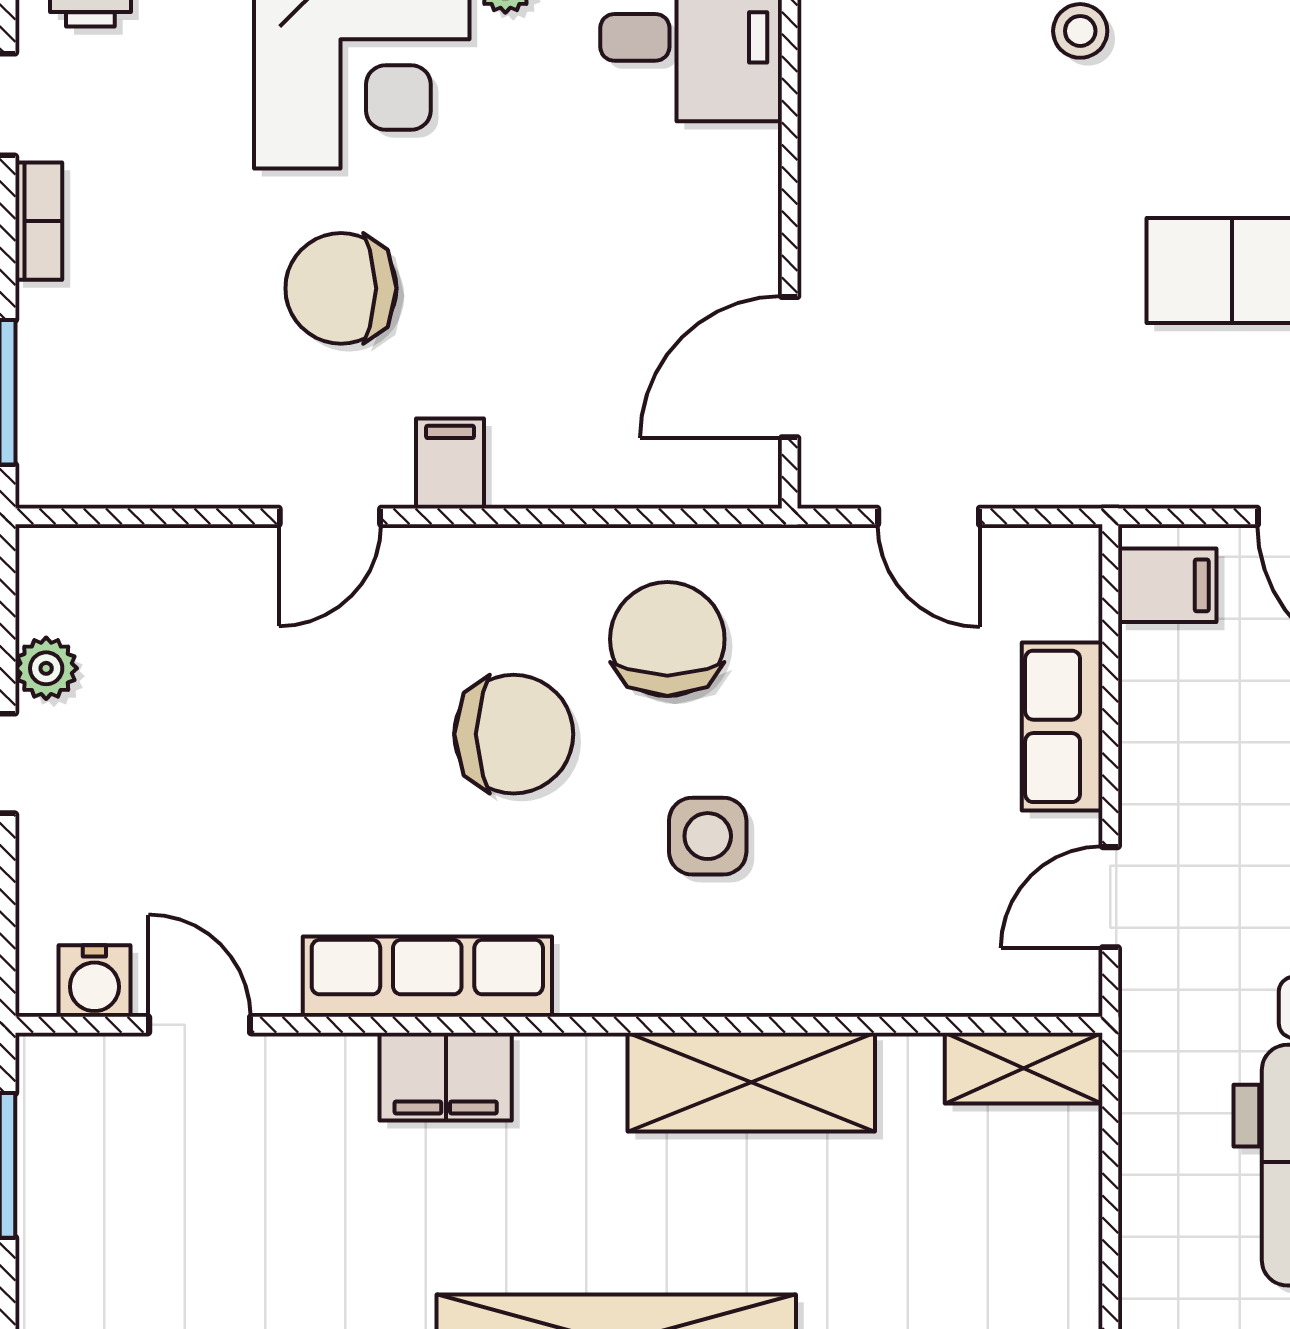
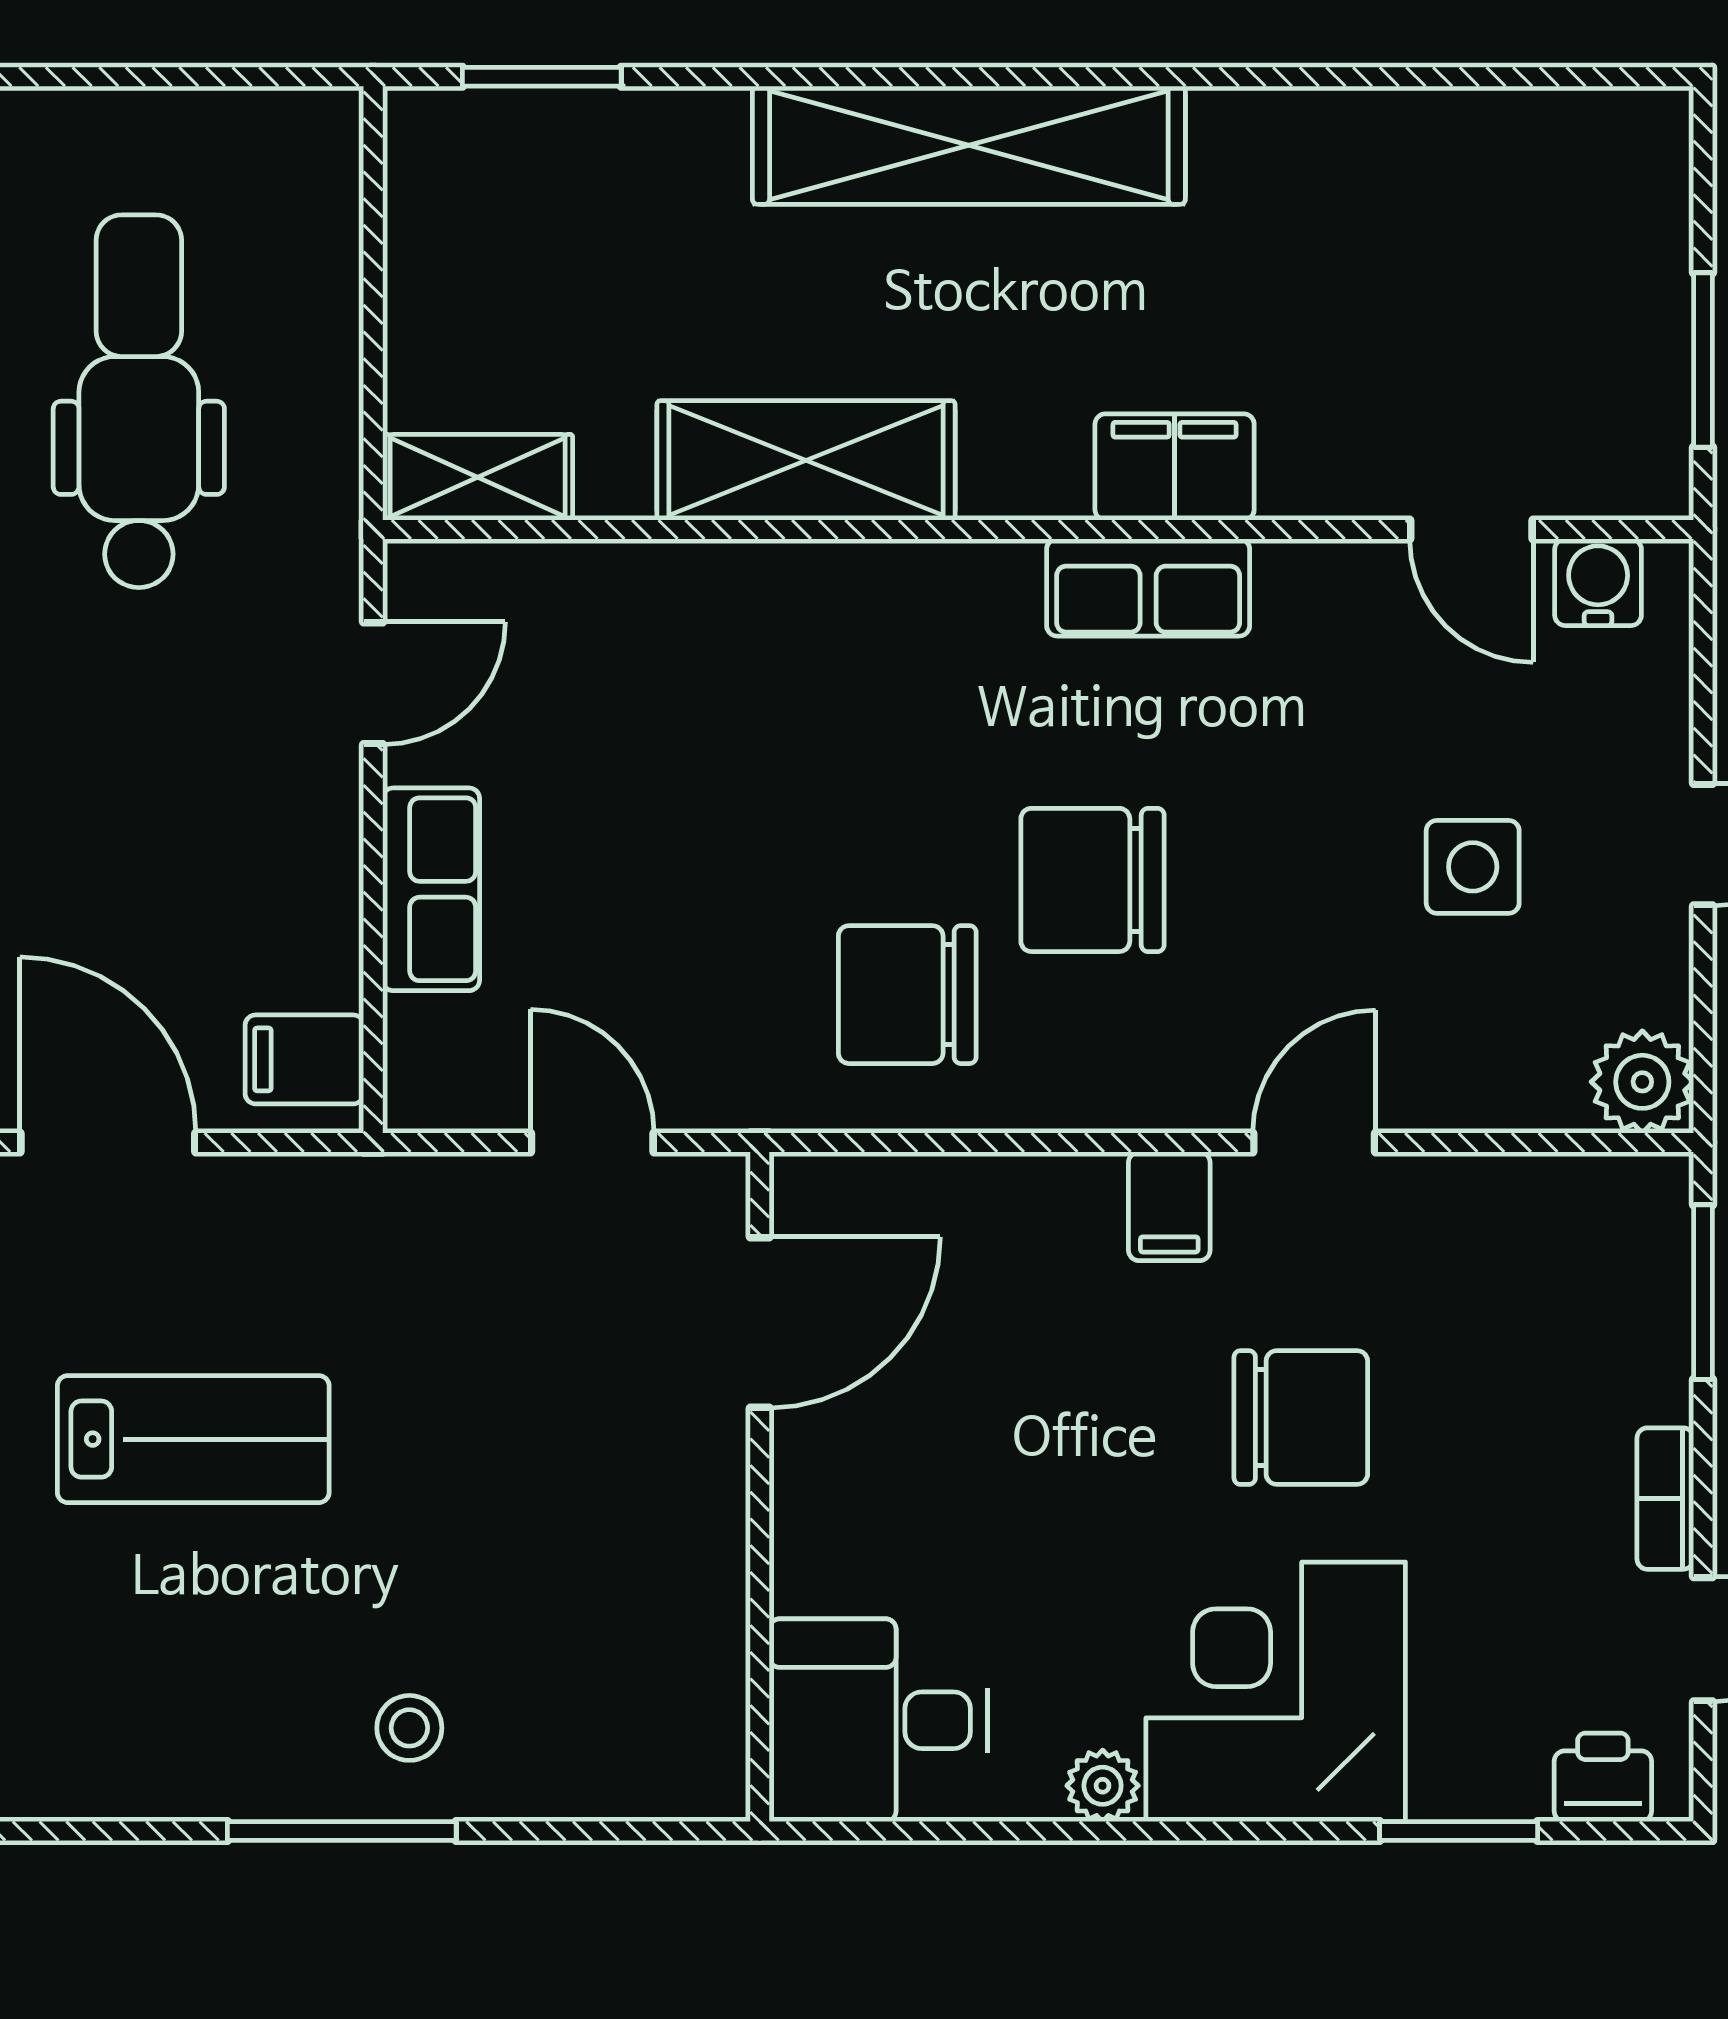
chair: (667, 639) -> (907, 995), turned 90
plant: (46, 668) -> (1642, 1082), moved, width x1.38, depth x1.38
side table: (708, 836) -> (1473, 867), moved
row of seats: (427, 977) -> (1148, 587), width x0.68

